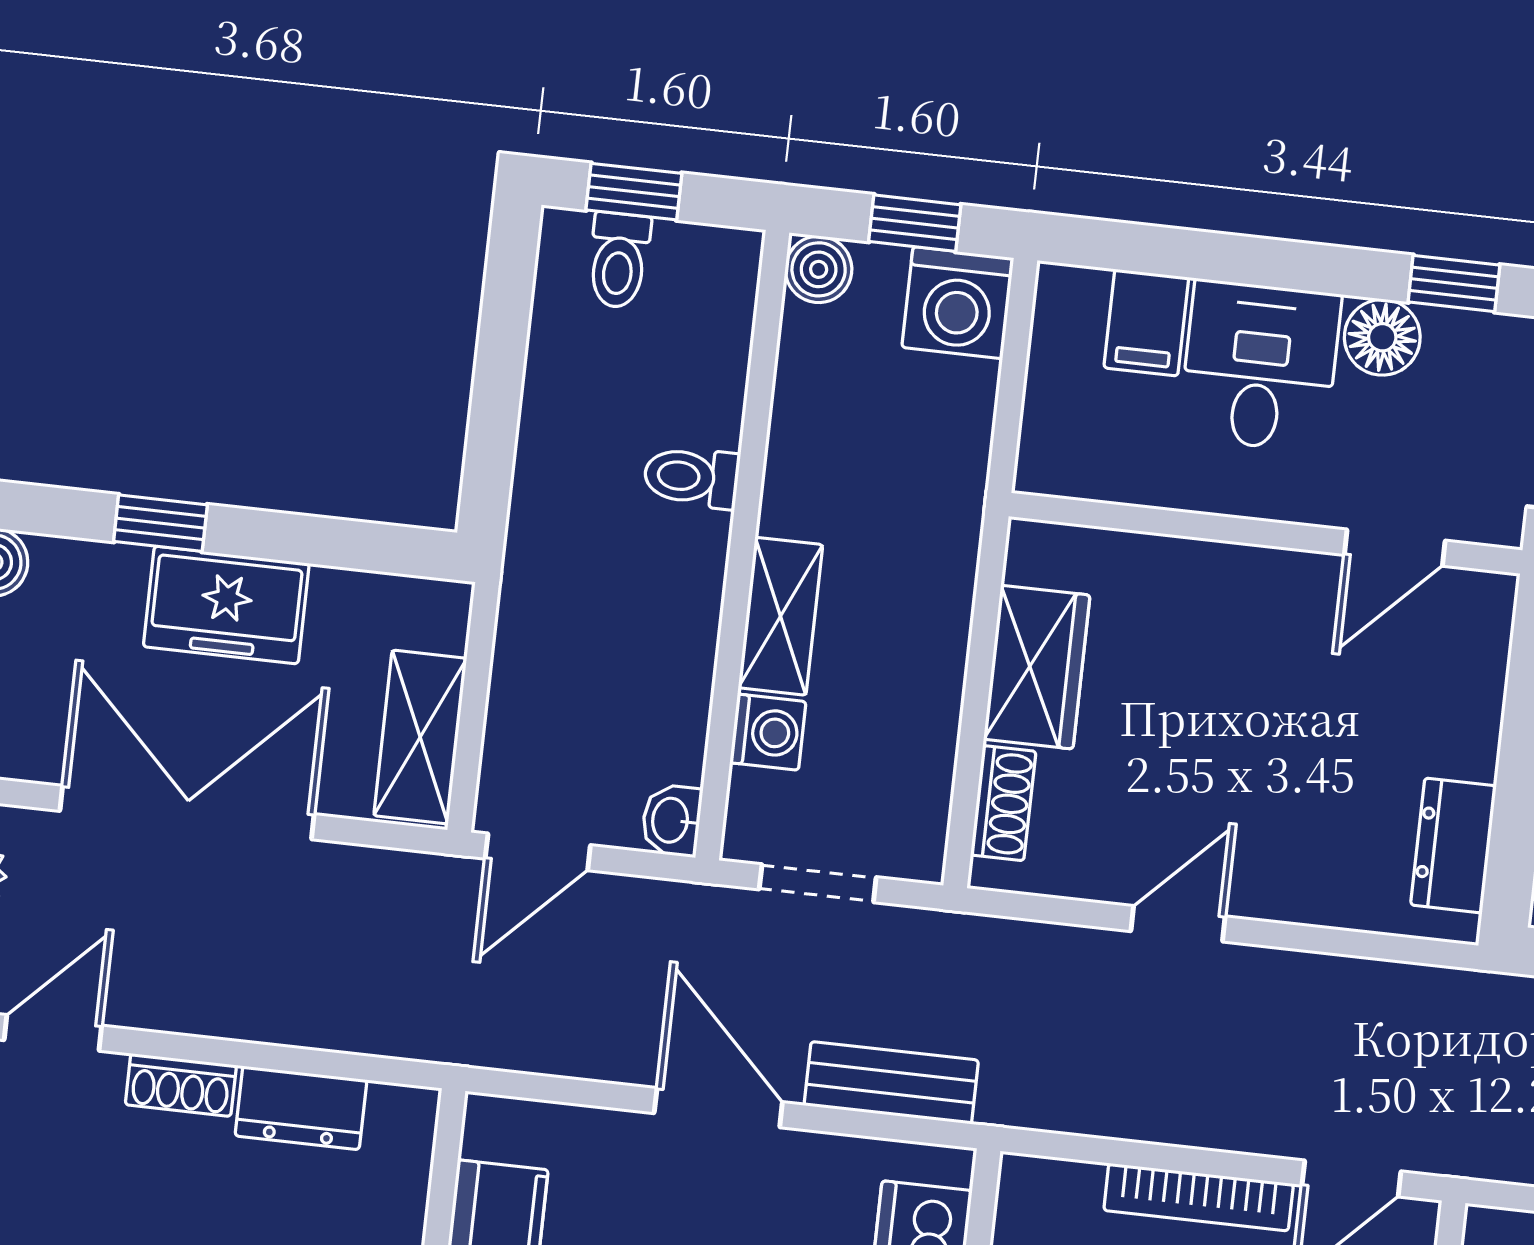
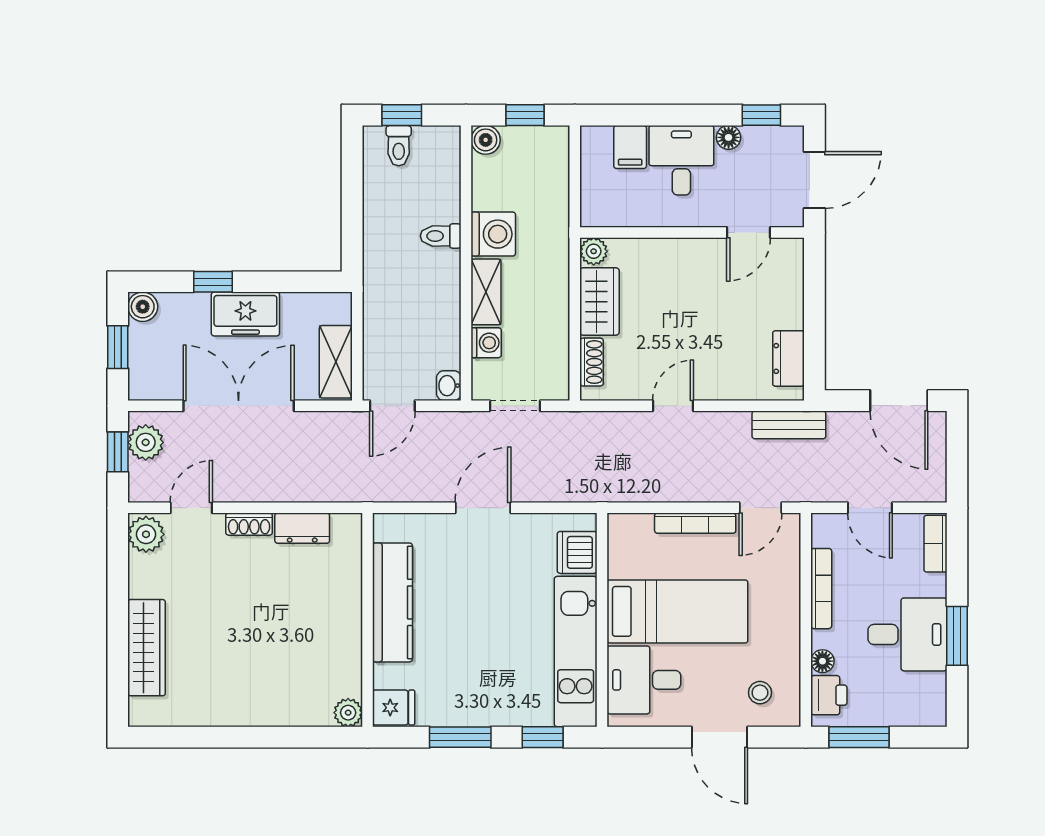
washing machine: (958, 303) -> (493, 234), moved, turned -90
floor lamp: (1382, 337) -> (729, 137), width x0.73, depth x0.73
plant: (1036, 551) -> (594, 251), added
bench: (891, 1083) -> (789, 425), moved
door: (718, 1108) -> (483, 508), hinge flipped

